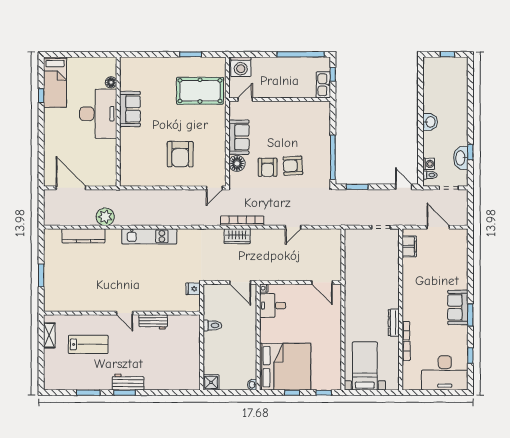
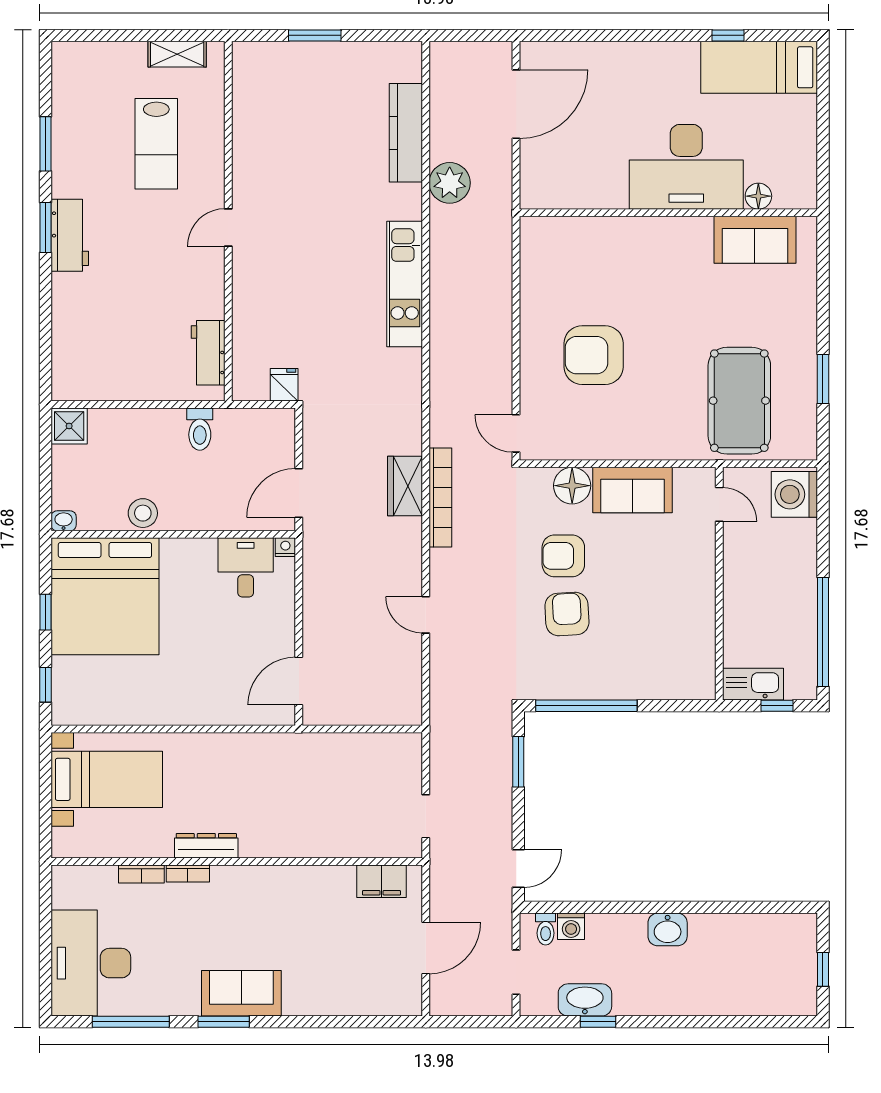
sofa: (130, 109) -> (755, 240), moved
workbench: (153, 322) -> (208, 353), moved
stool: (249, 350) -> (143, 513), added
window: (470, 356) -> (131, 1022), width x2.17

